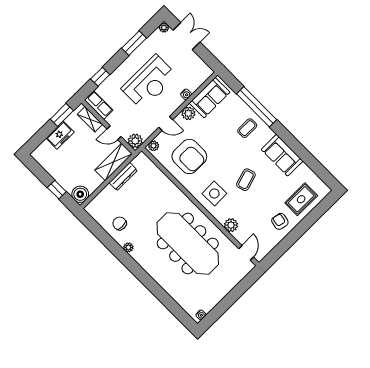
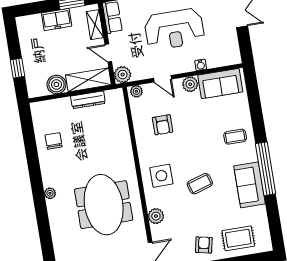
window: (257, 107) -> (266, 169), moved
armchair: (189, 156) -> (163, 125), width x0.53, depth x0.53
boiler: (80, 194) -> (56, 84), moved
meeting table: (188, 244) -> (104, 205), width x0.73
plant: (128, 247) -> (50, 193), moved

